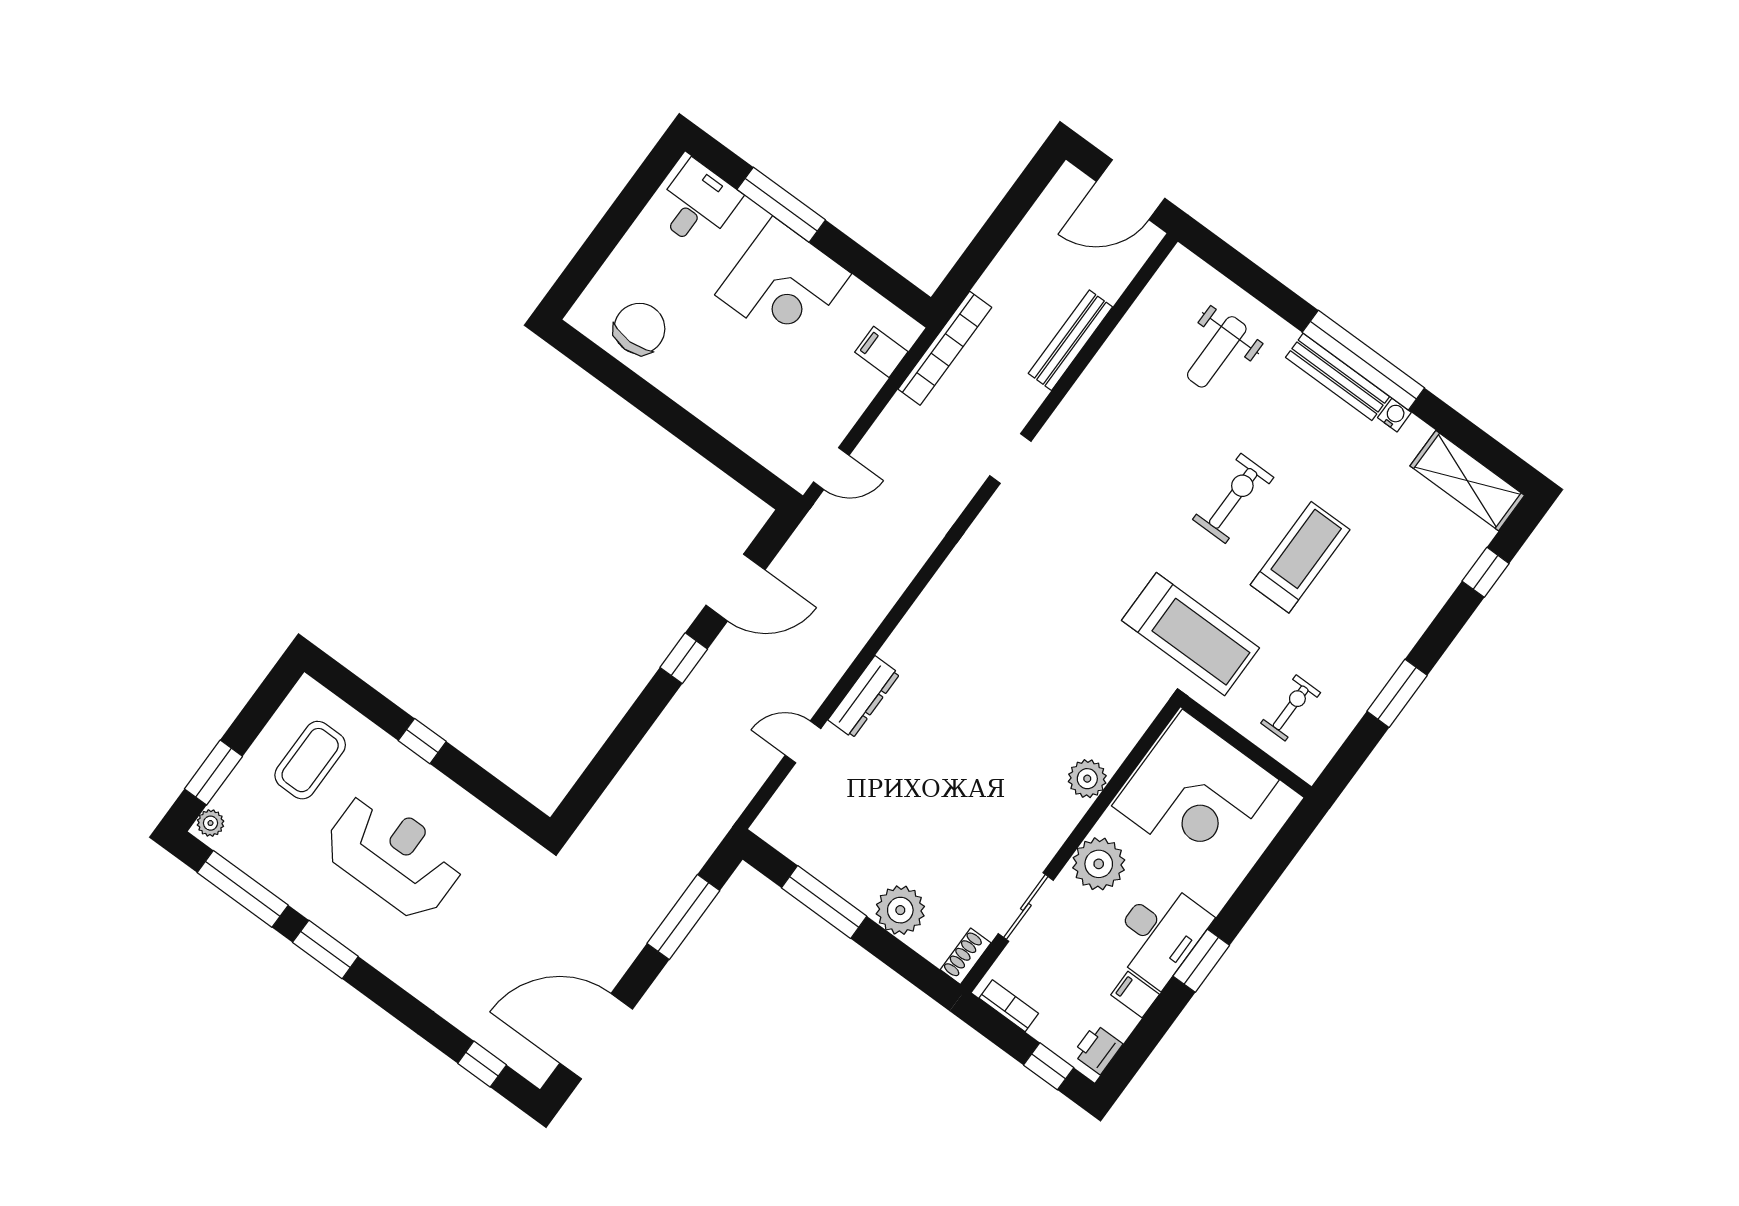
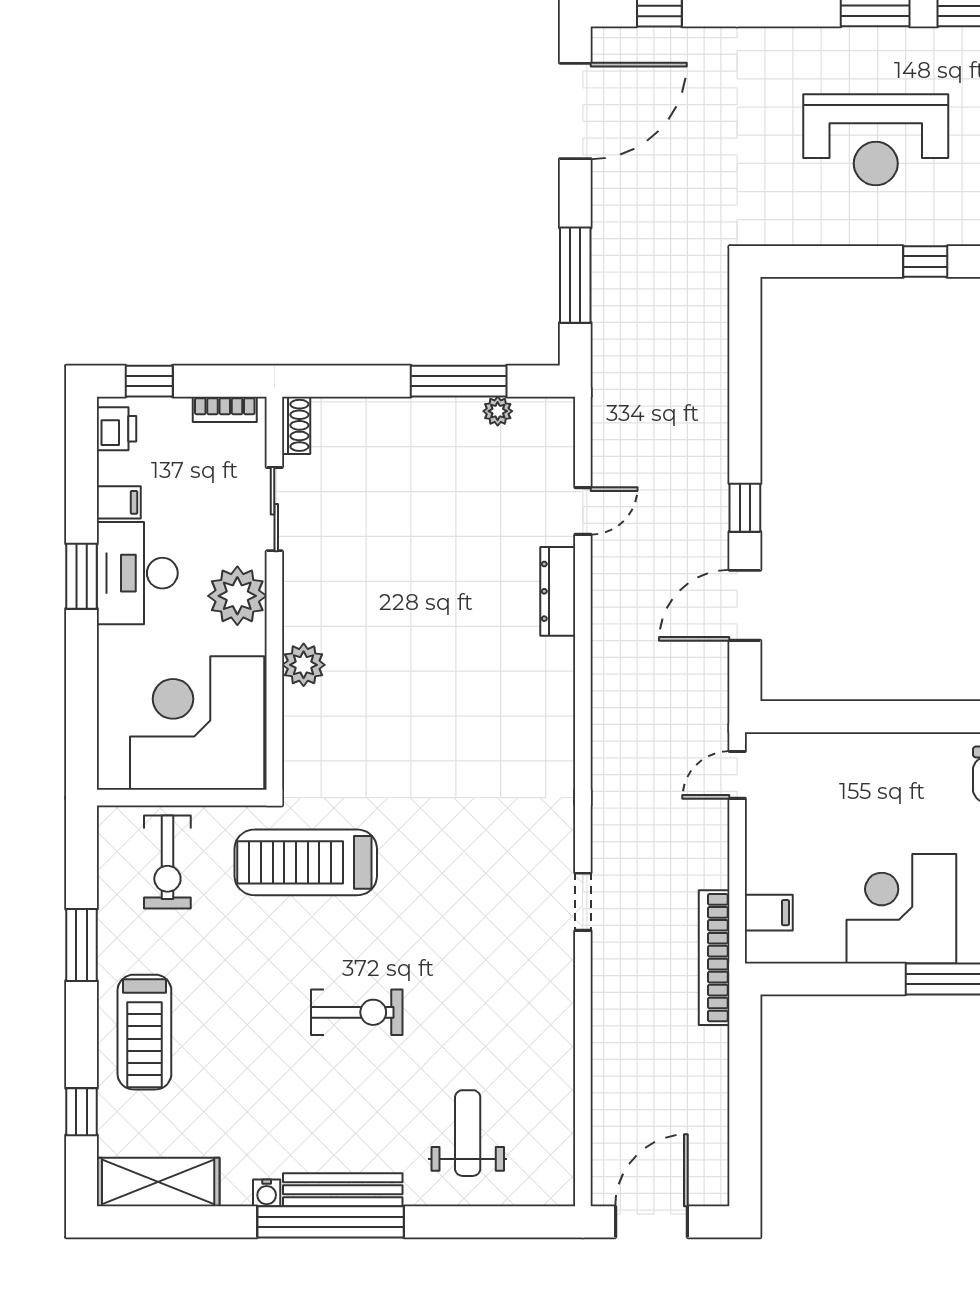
bench: (1070, 340) -> (607, 1047), removed
exercise bike: (1233, 498) -> (357, 1012), turned -90
treadmill: (1300, 557) -> (144, 1032), moved
exercise bike: (1291, 708) -> (167, 862), width x1.38, depth x1.39
plant: (900, 910) -> (498, 411), moved, width x0.53, depth x0.53

